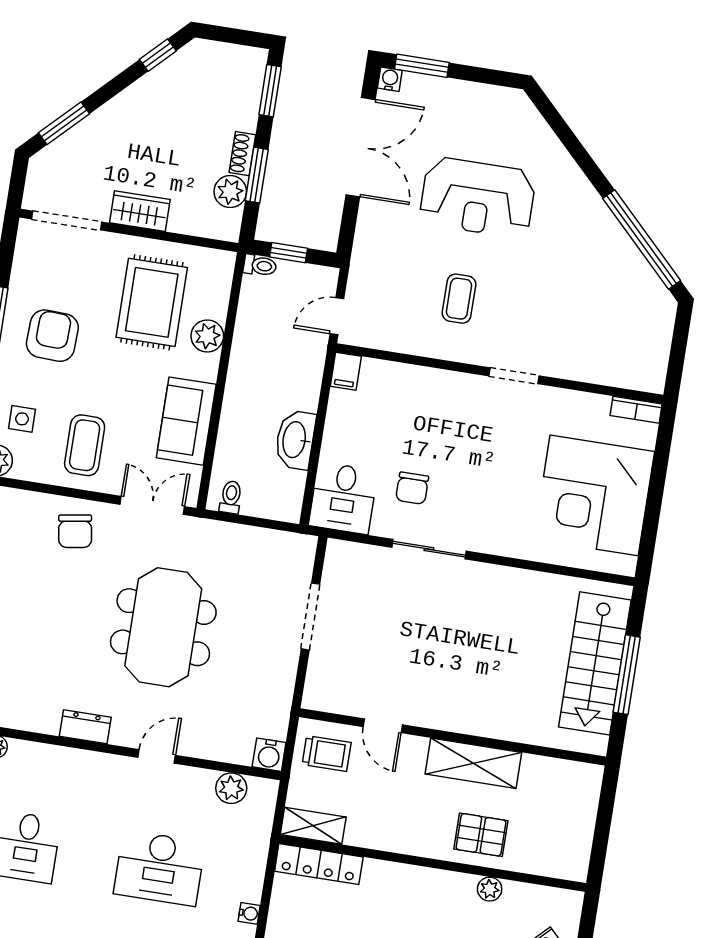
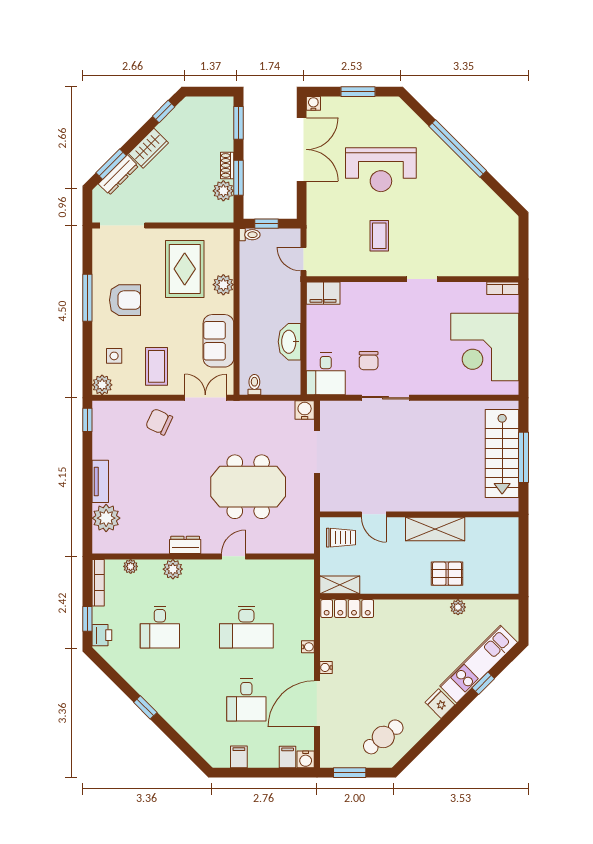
window: (422, 66) -> (358, 92), moved
dresser: (73, 142) -> (118, 175), added
wardrobe: (140, 211) -> (148, 148), moved, turned 135
window: (642, 240) -> (458, 148), moved
door: (337, 316) -> (304, 259), hinge flipped
armchair: (52, 336) -> (125, 300), turned 88
filing cabinet: (346, 371) -> (323, 293), width x2.00
chair: (75, 531) -> (159, 422), turned 124
meeting table: (163, 627) -> (248, 487), moved, turned 90
water cooler: (269, 755) -> (305, 410), moved, turned 180
plant: (231, 788) -> (173, 569), moved

